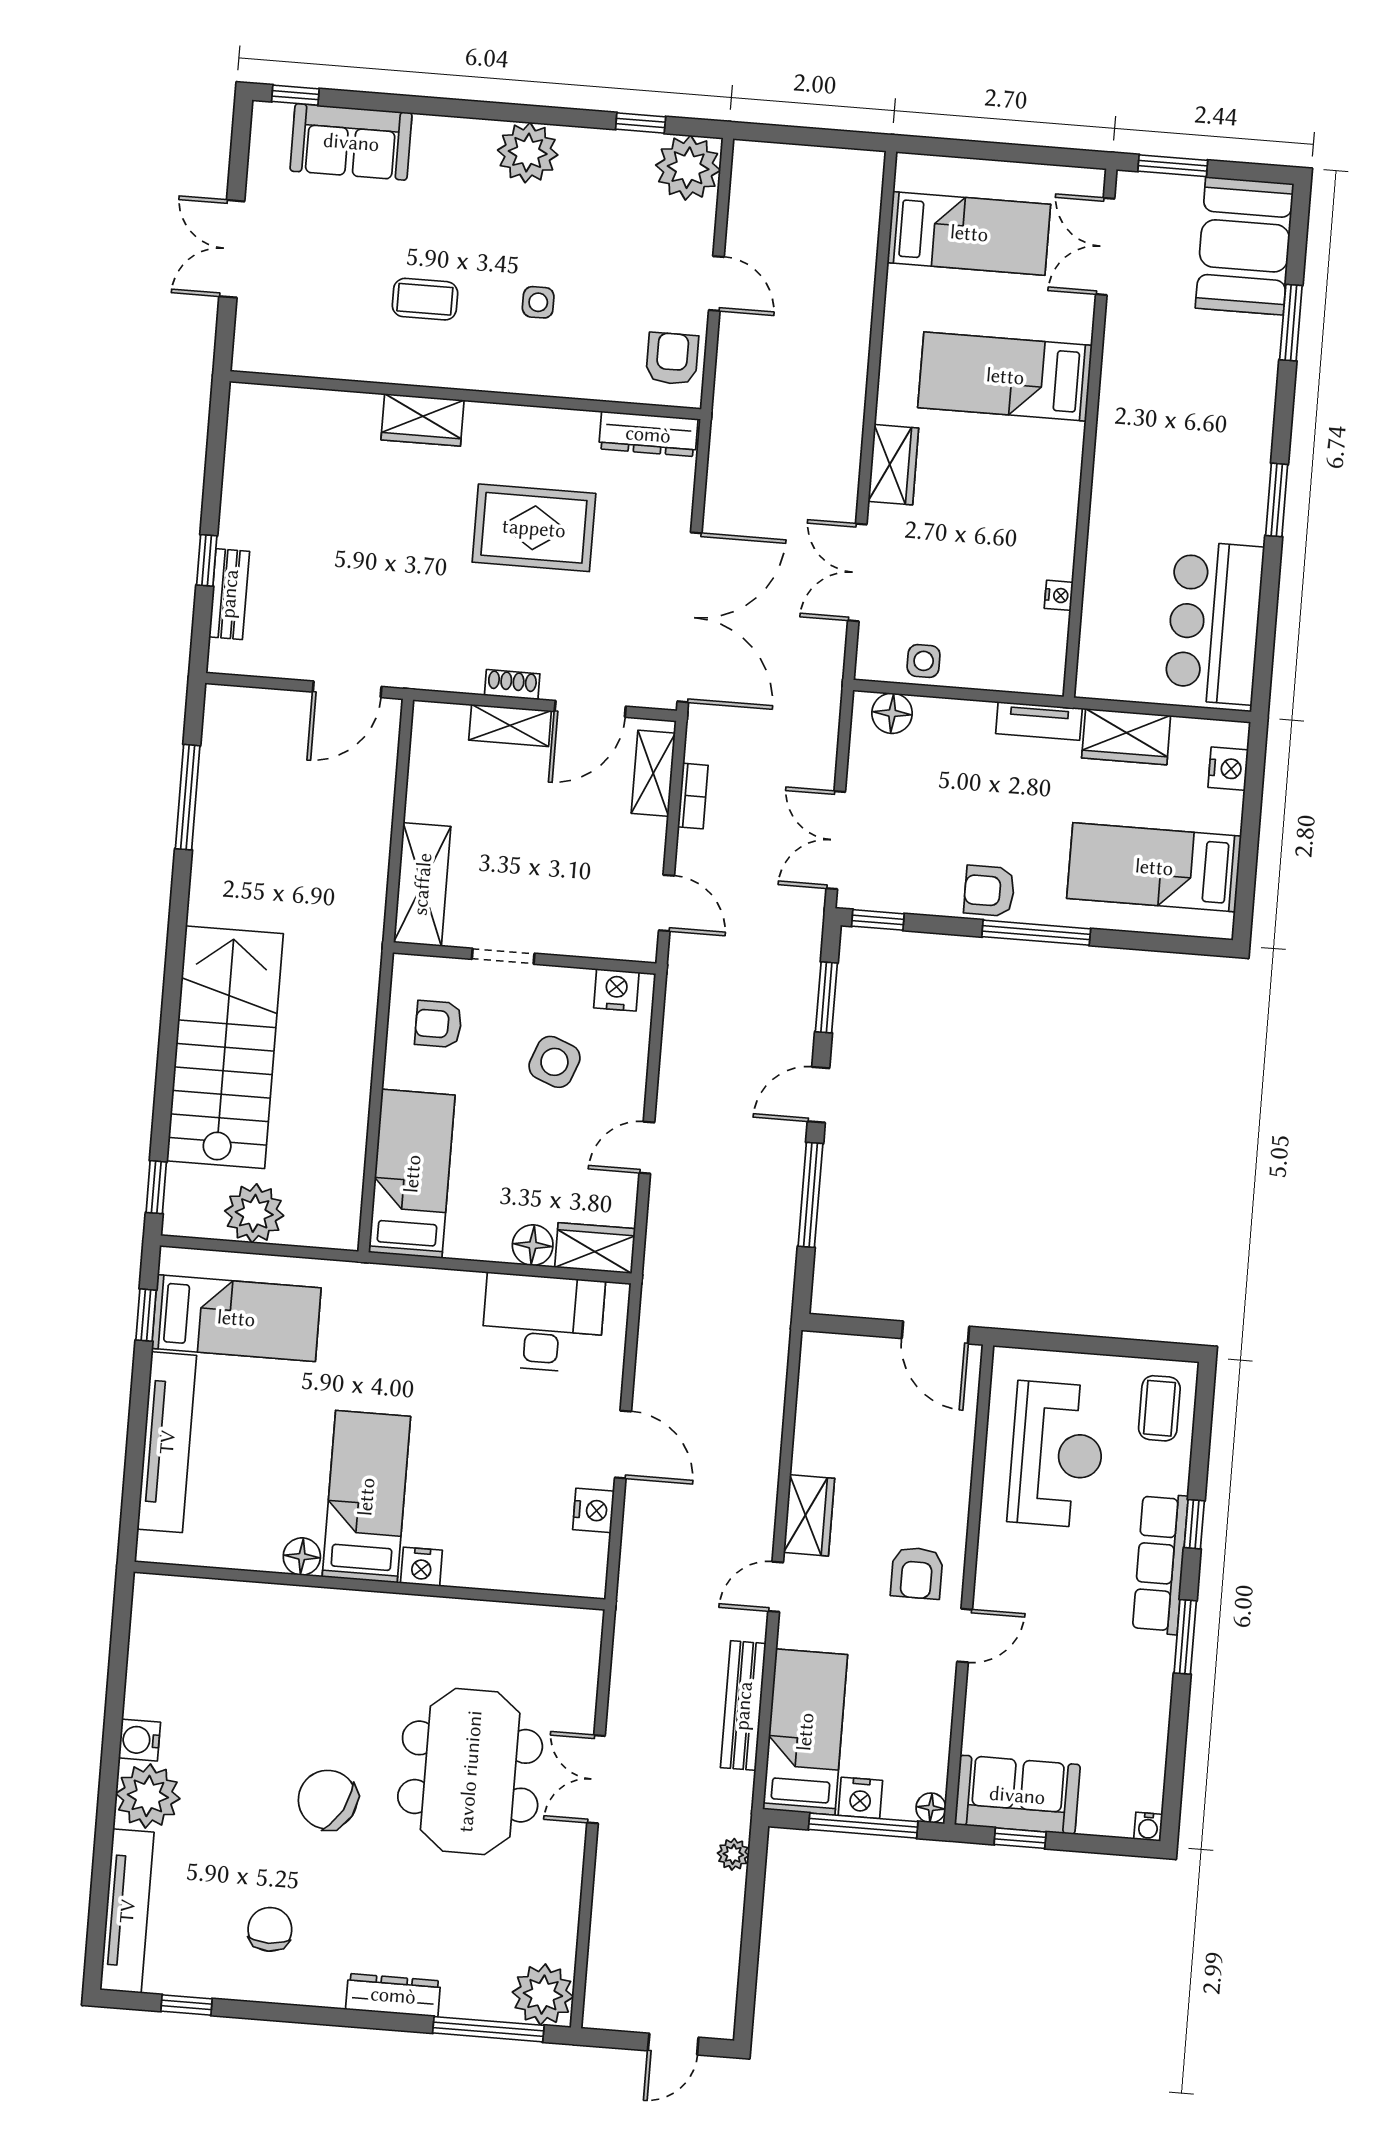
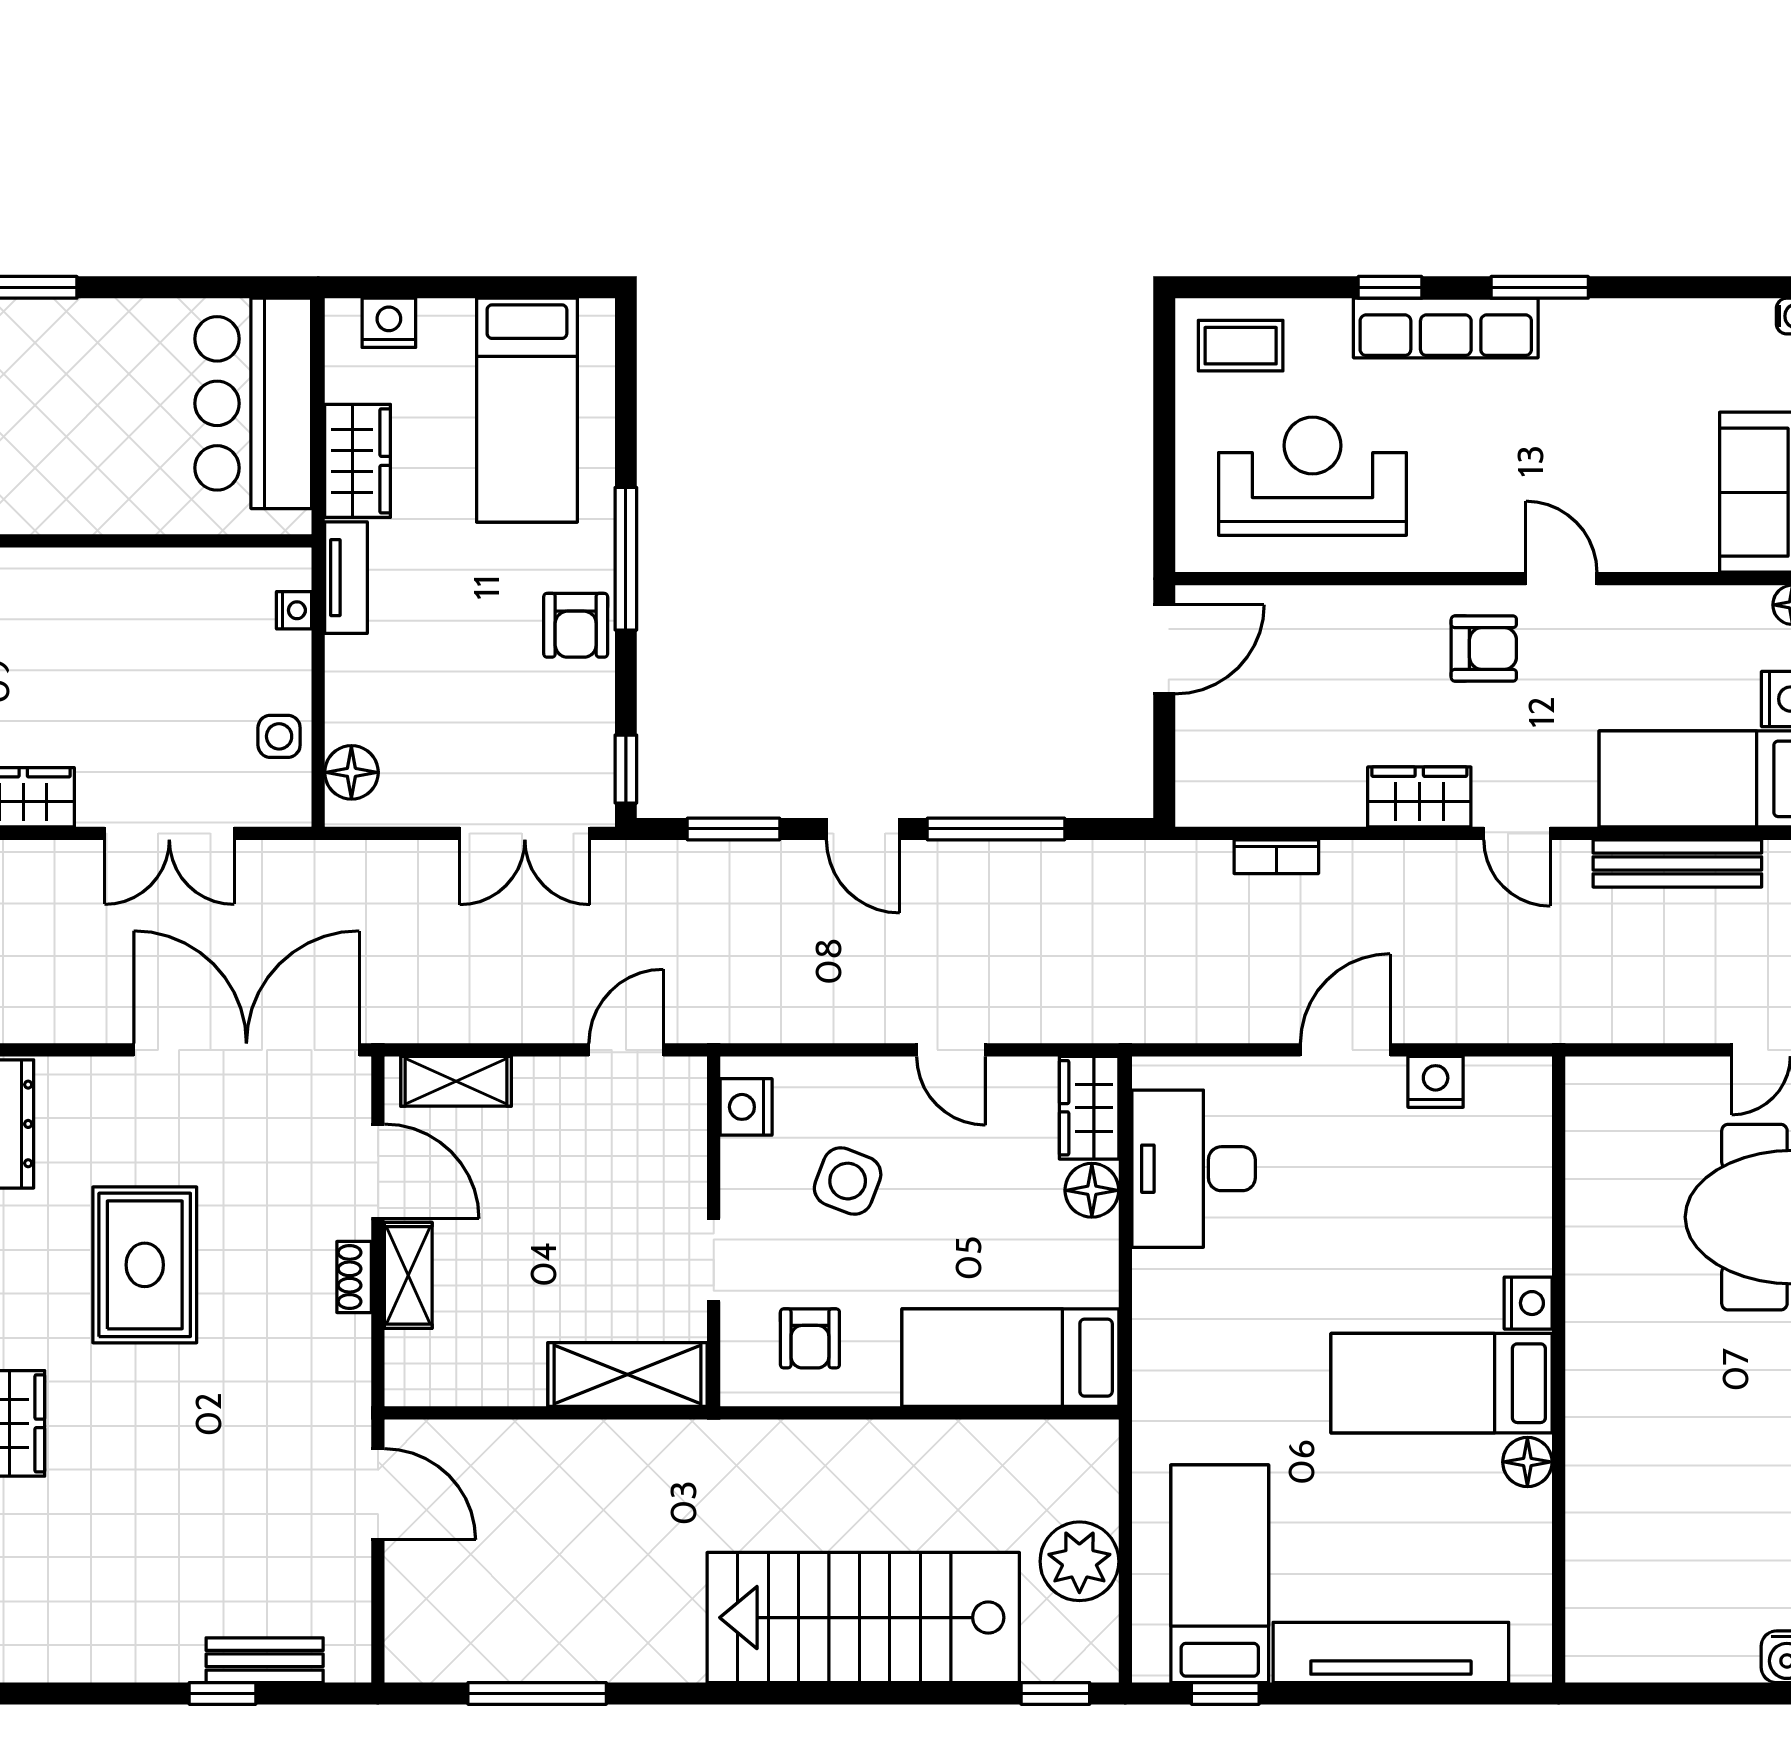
nightstand: (1059, 595) -> (294, 610), moved, turned 90
bar counter: (1214, 623) -> (253, 403), moved, turned 90
bookcase: (693, 796) -> (1276, 857), moved, turned 180

